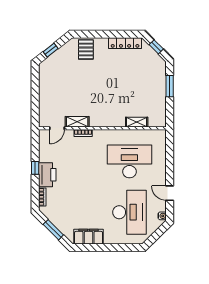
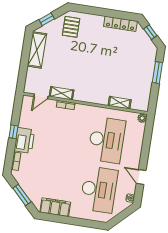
pallet: (86, 49) -> (71, 27), moved
shelving: (46, 82) -> (37, 50), added
plant: (162, 134) -> (142, 118), added
desk: (129, 161) -> (107, 140), turned 90

